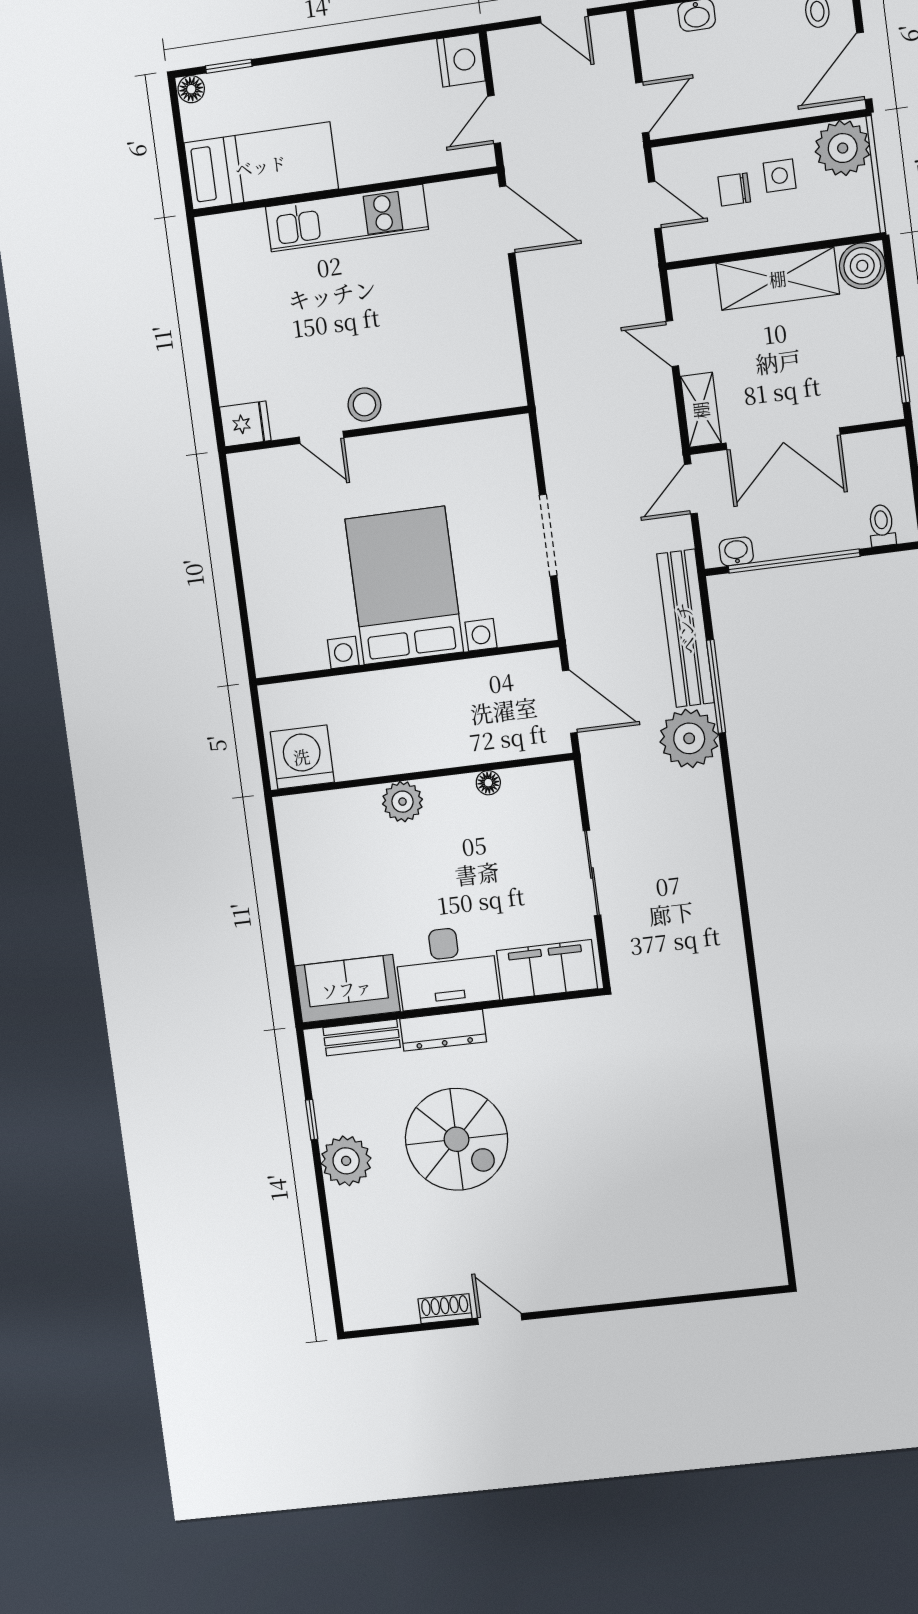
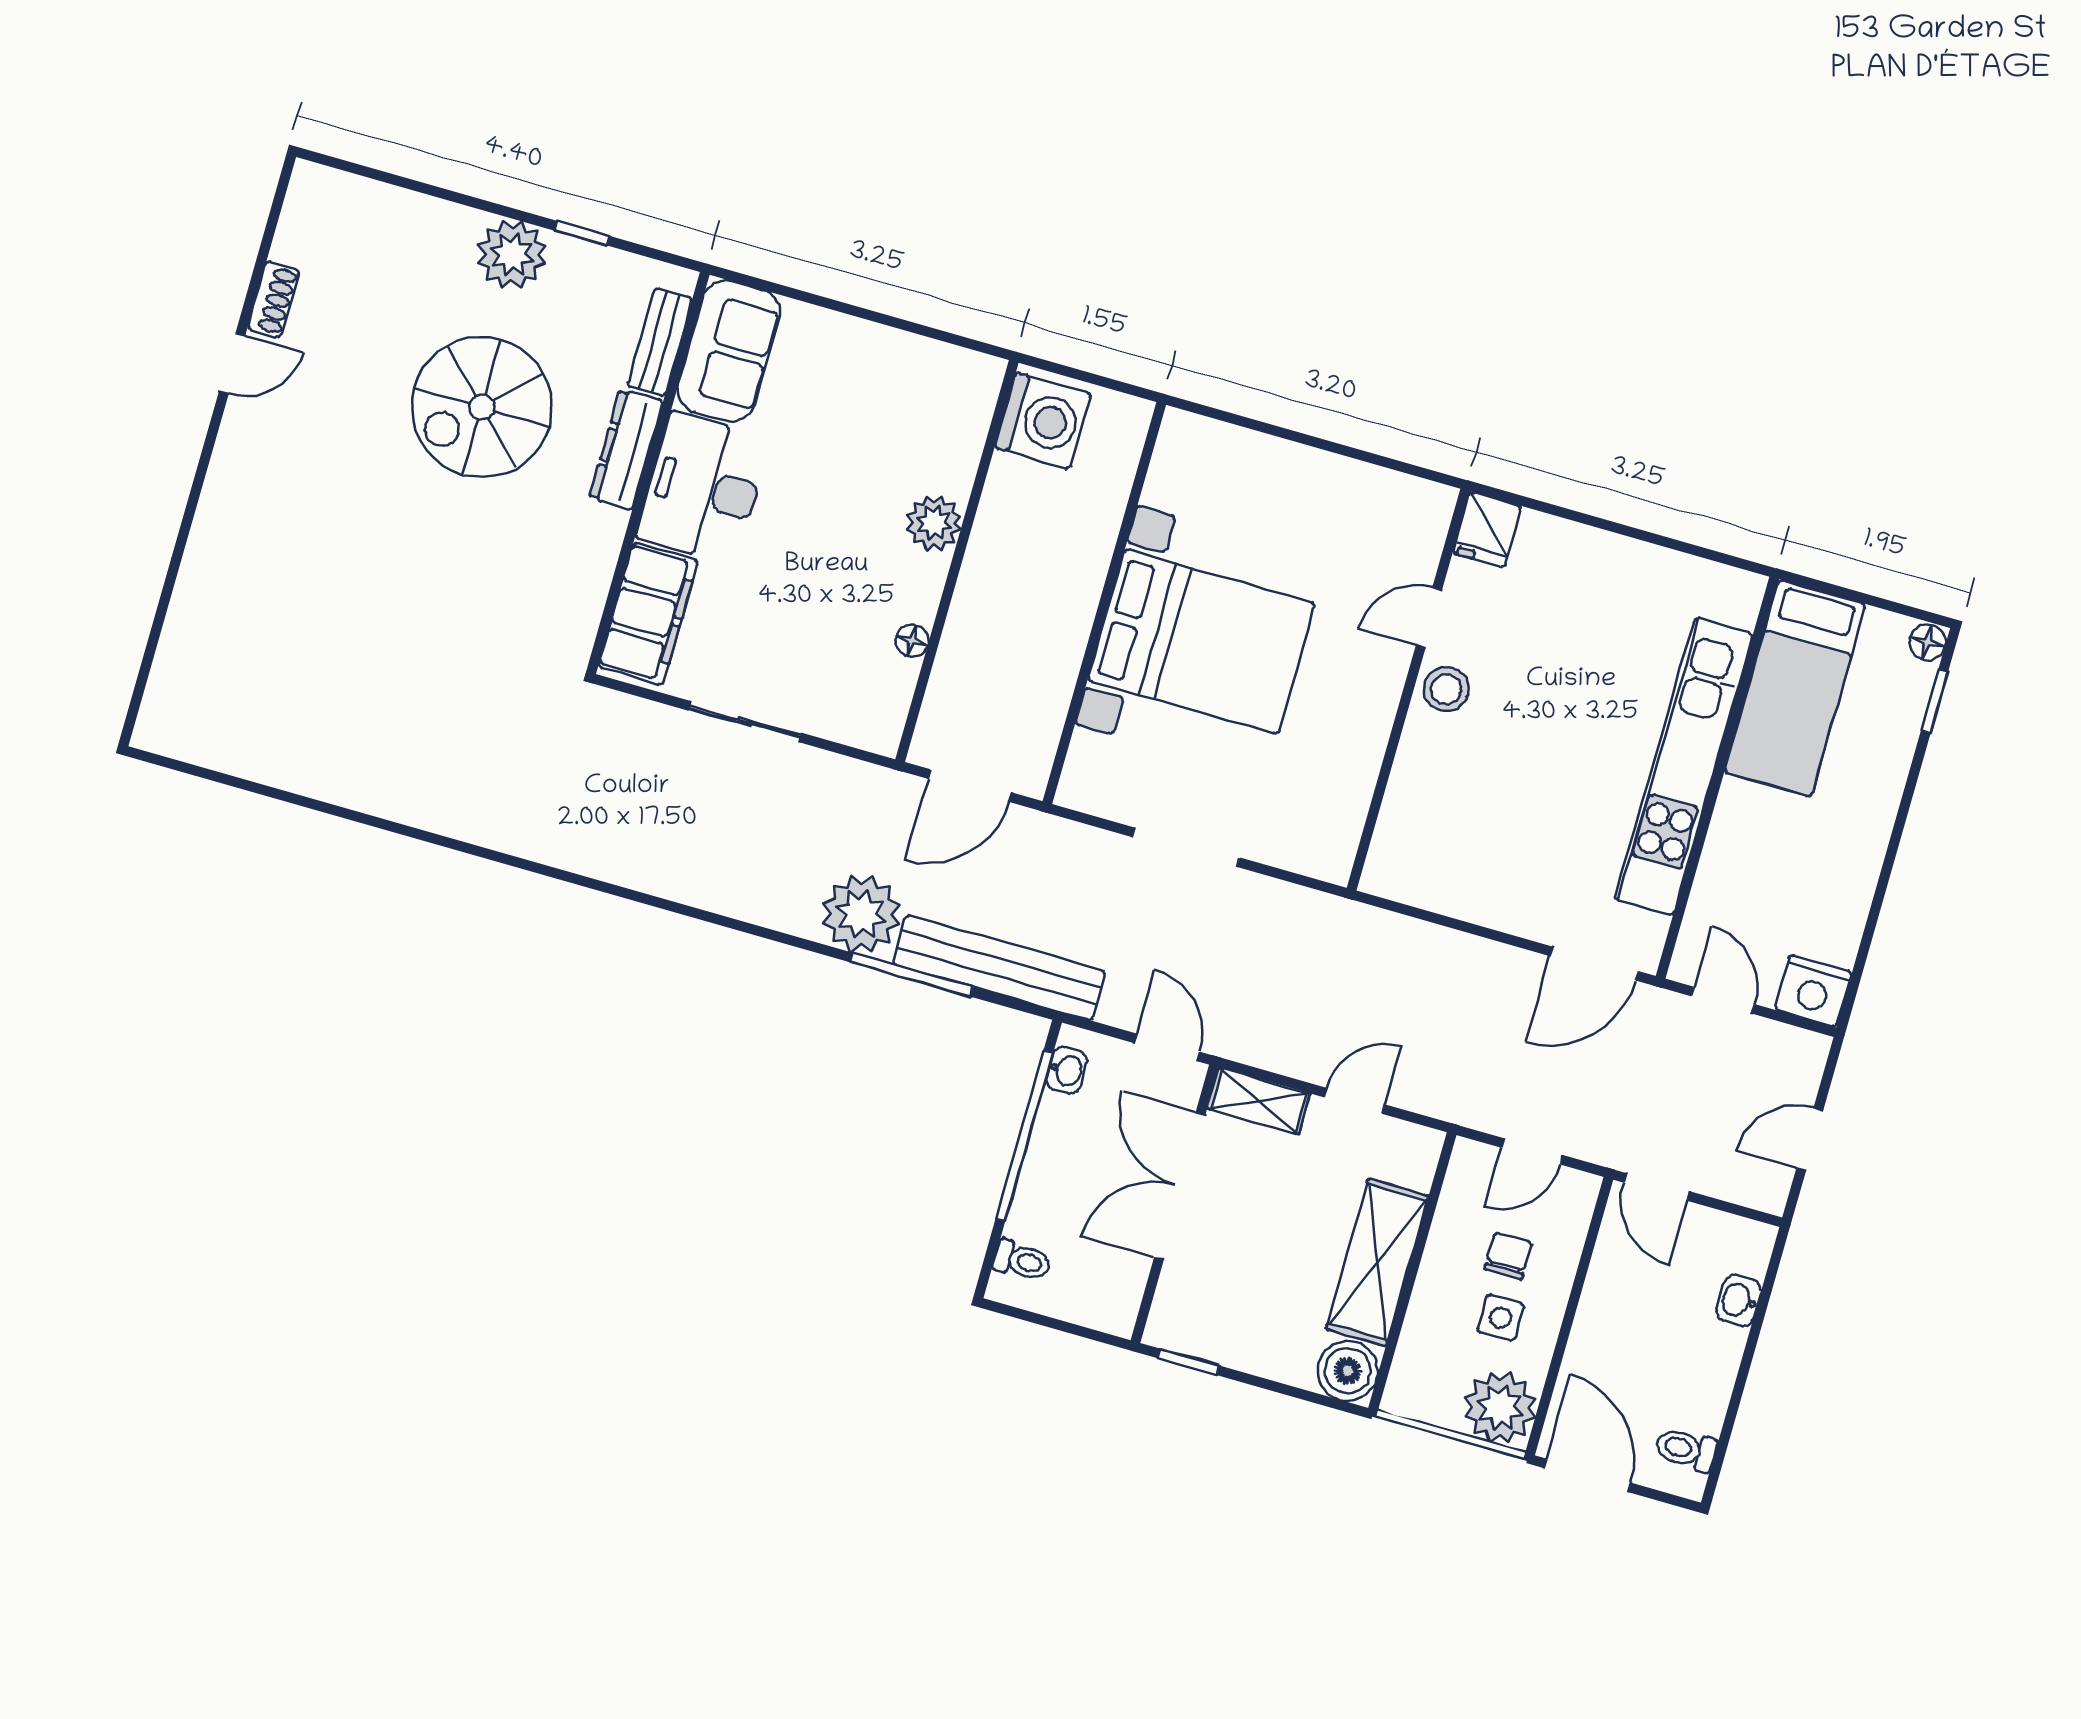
kitchen unit: (347, 218) -> (1684, 767), width x1.36

